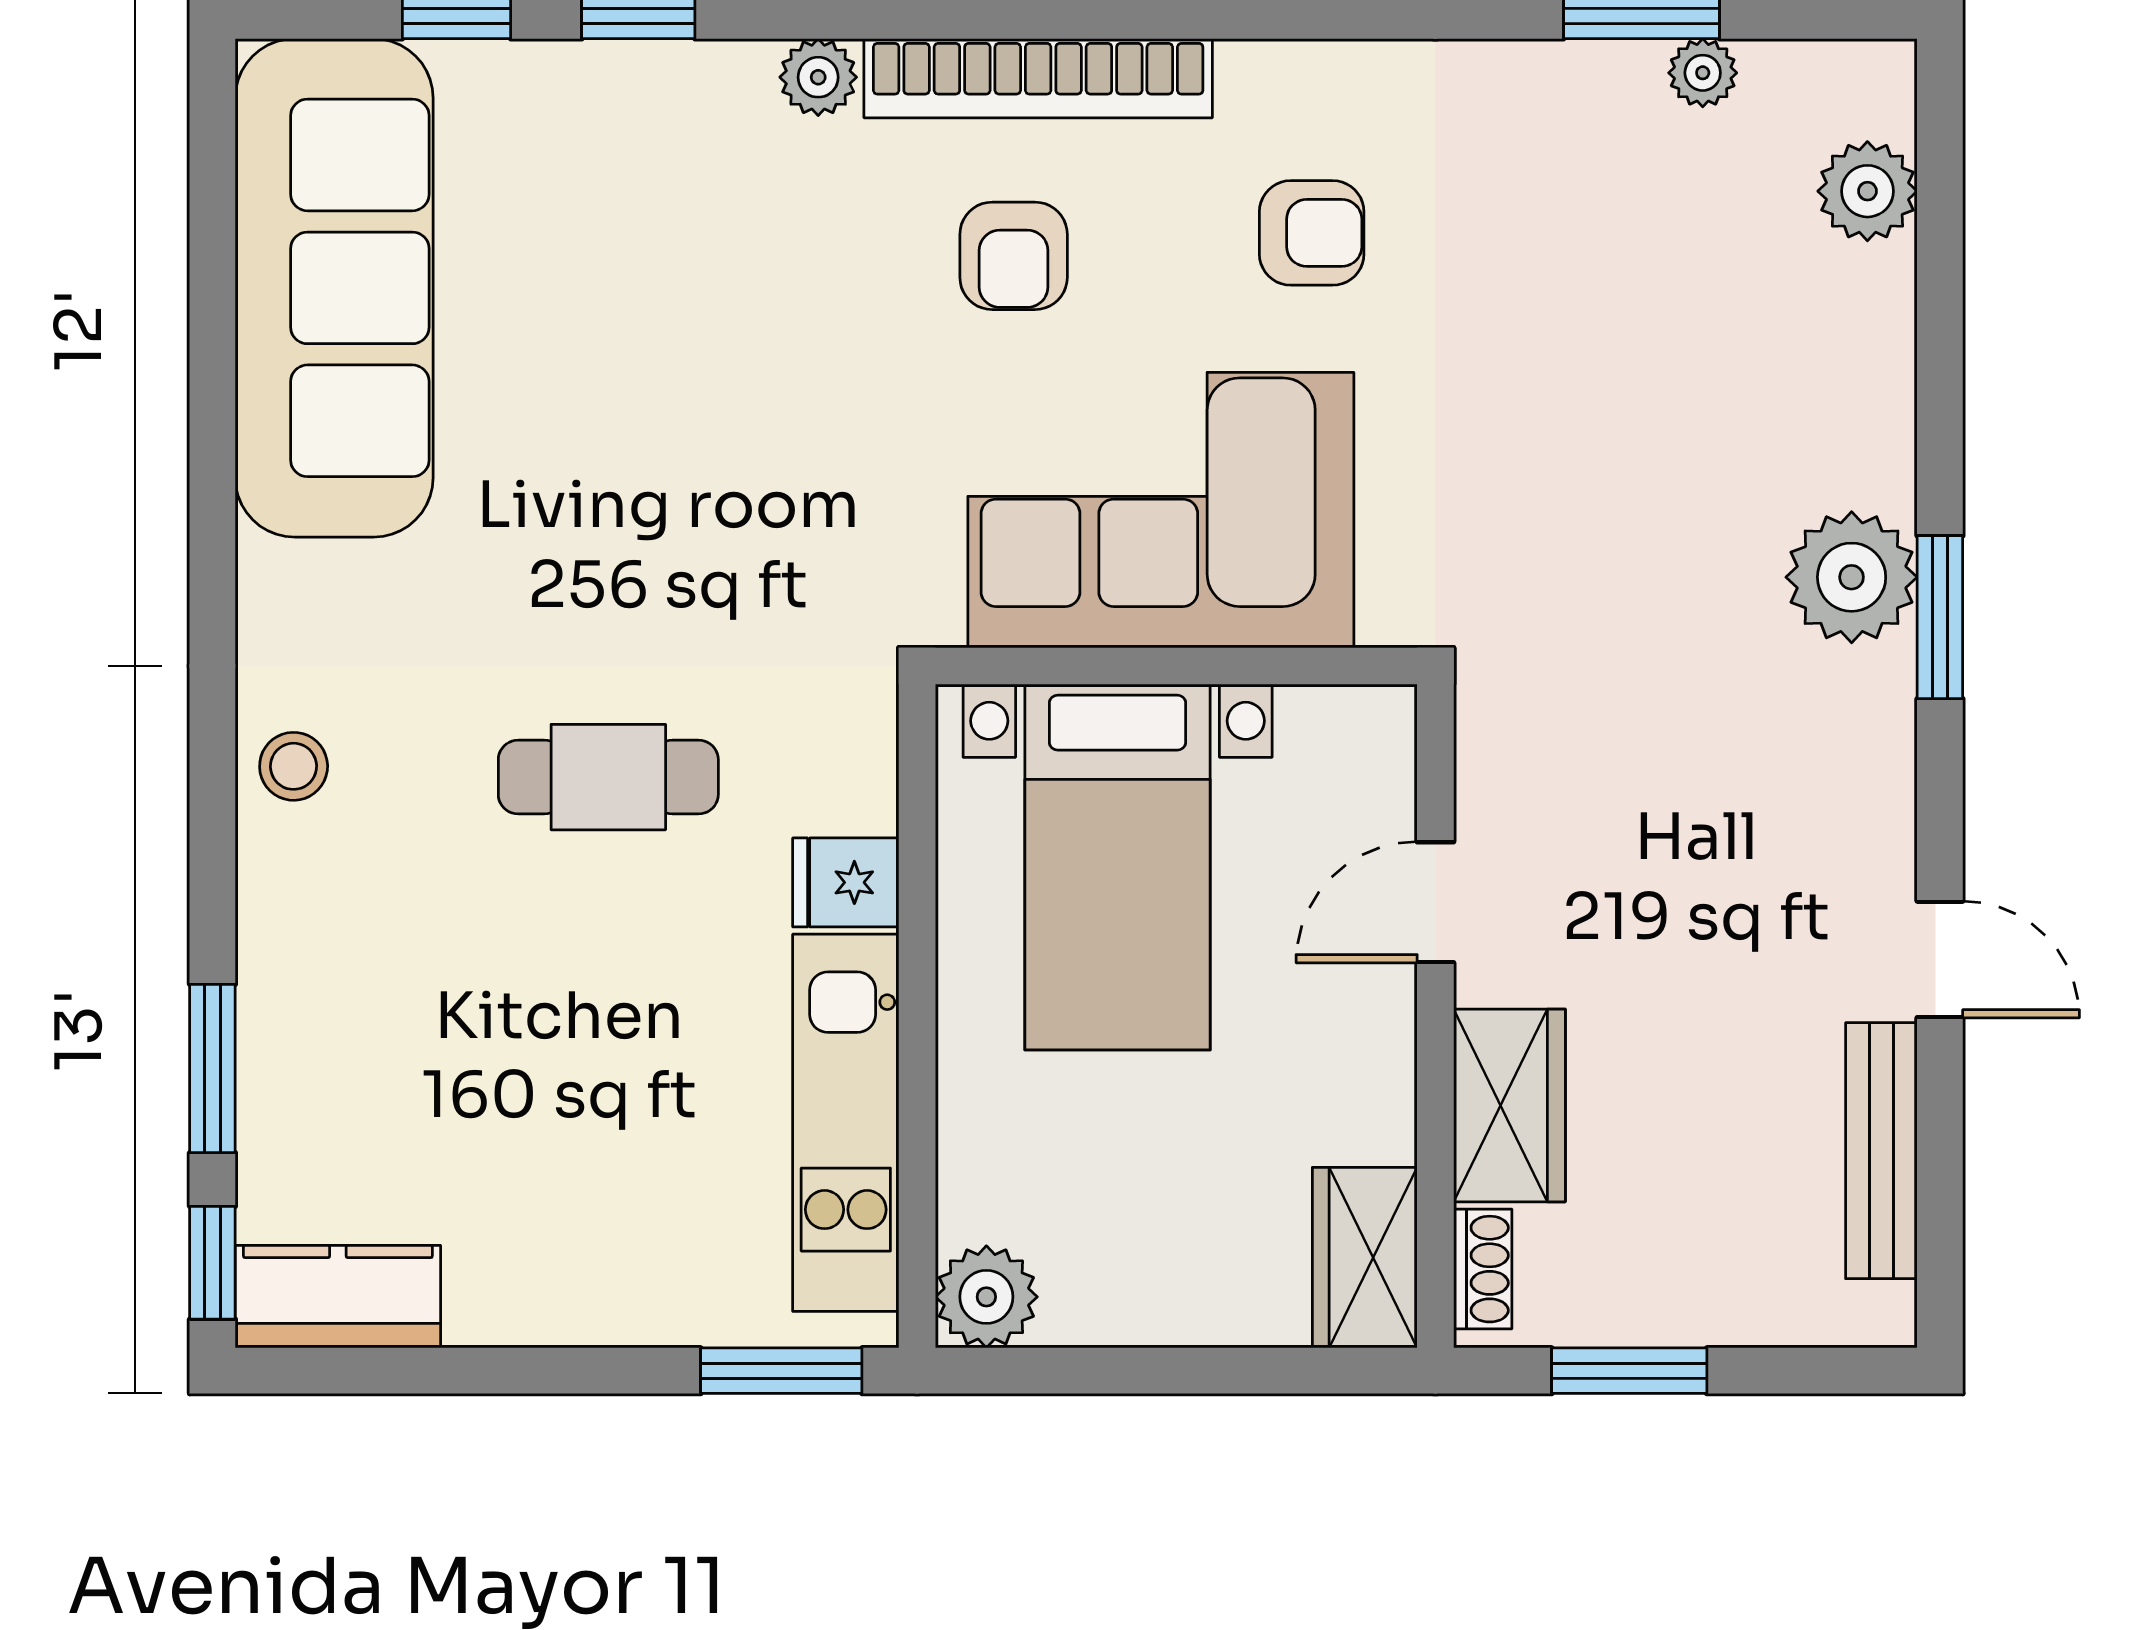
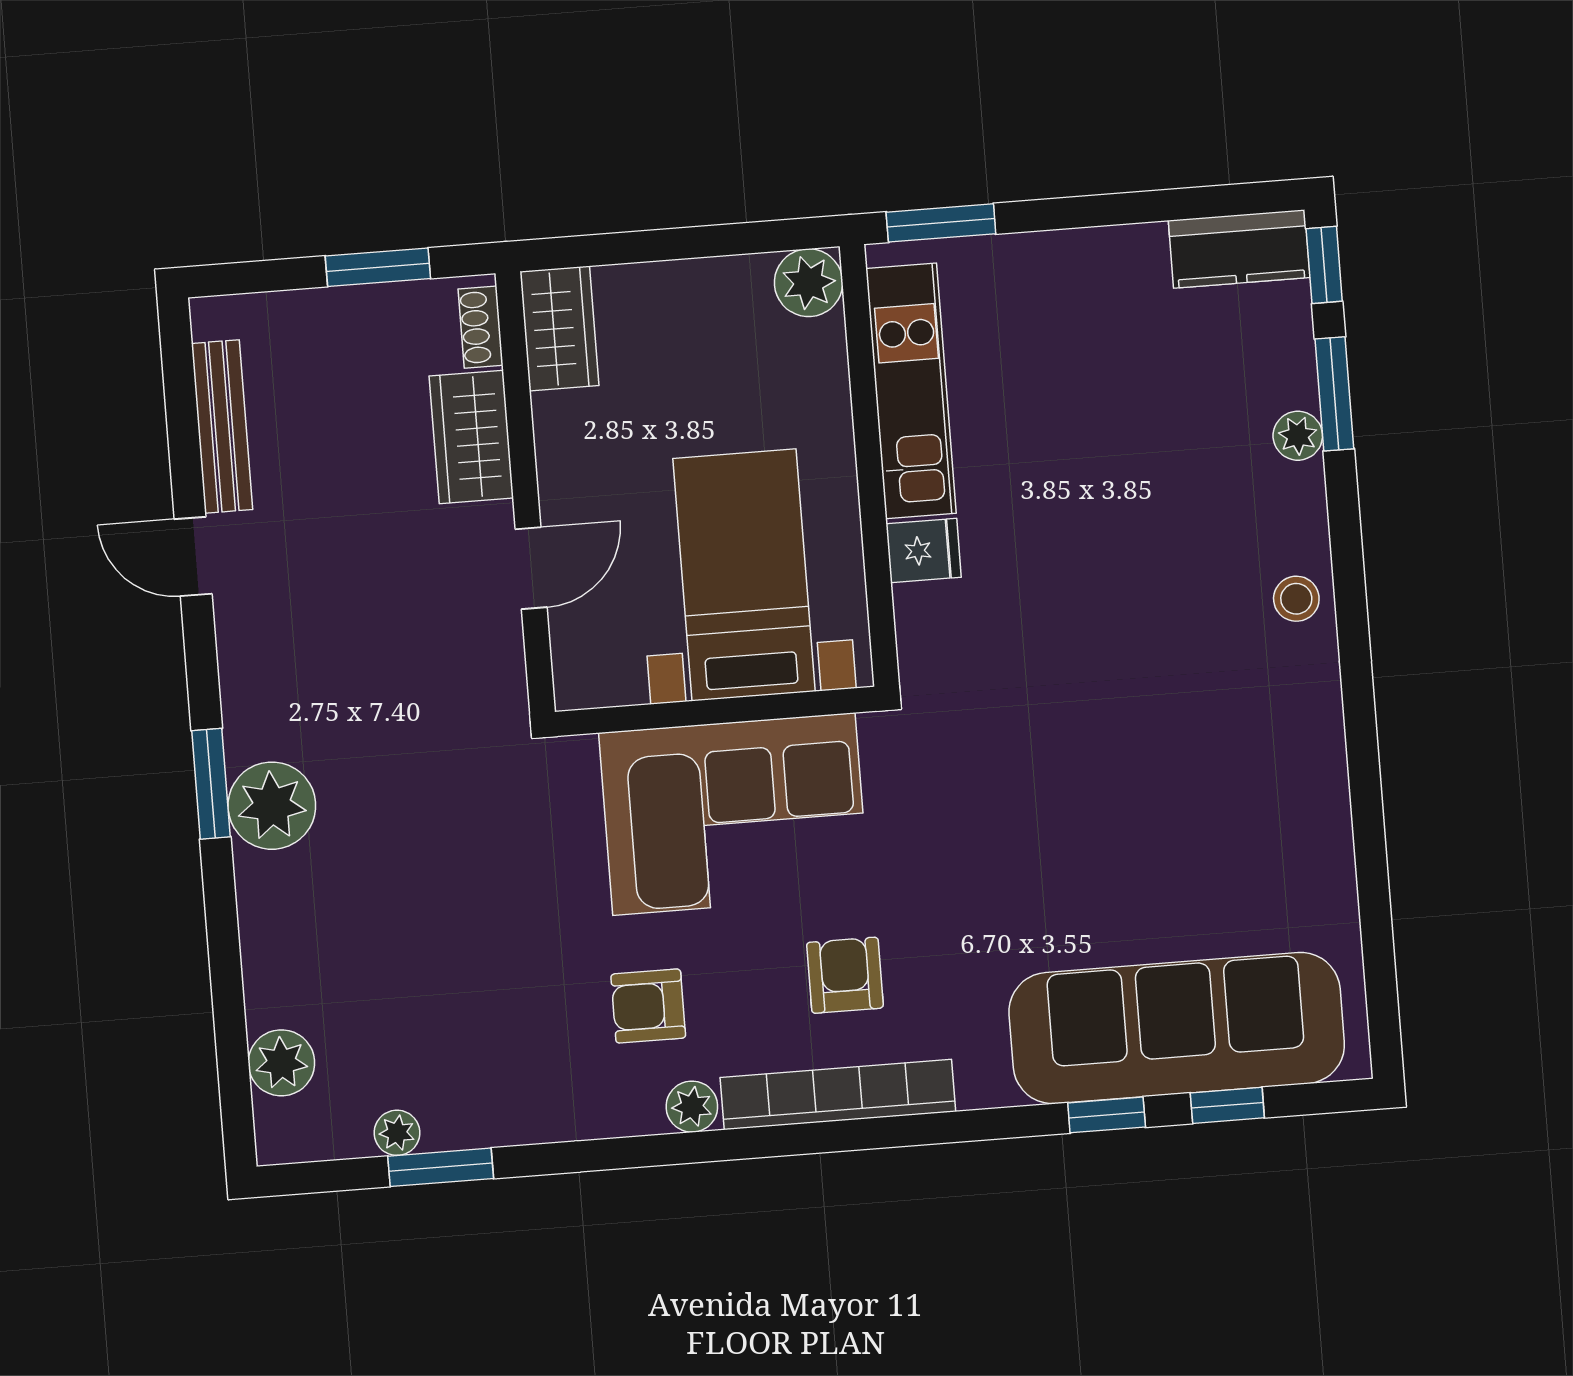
plant: (818, 77) -> (692, 1107), moved
sofa: (334, 288) -> (1177, 1028), moved, turned 90
cafe table: (608, 777) -> (1087, 608), removed
plant: (272, 1010) -> (1298, 436), added

